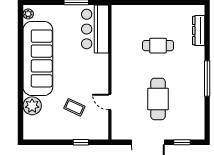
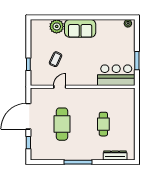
sofa: (38, 58) -> (80, 28), width x0.54, depth x0.79
cafe table: (158, 99) -> (62, 124), turned 90

